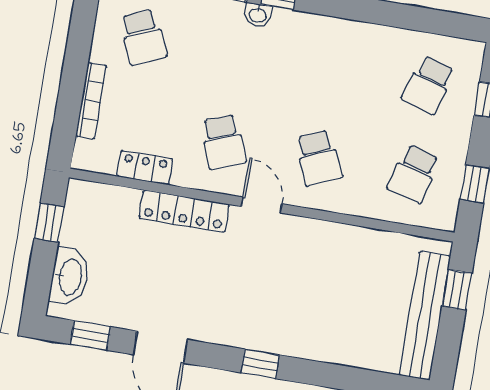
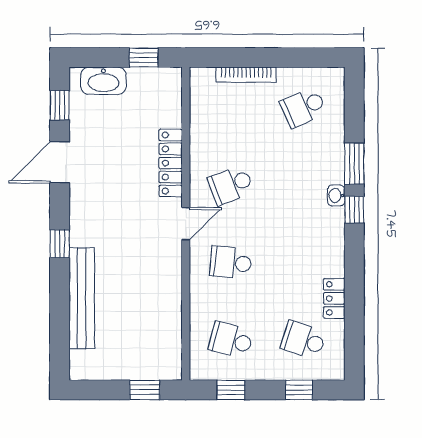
school desk: (318, 158) -> (231, 263), turned 30
locker: (145, 168) -> (334, 298), moved, turned 180
bench: (425, 316) -> (82, 298), moved, turned 90

